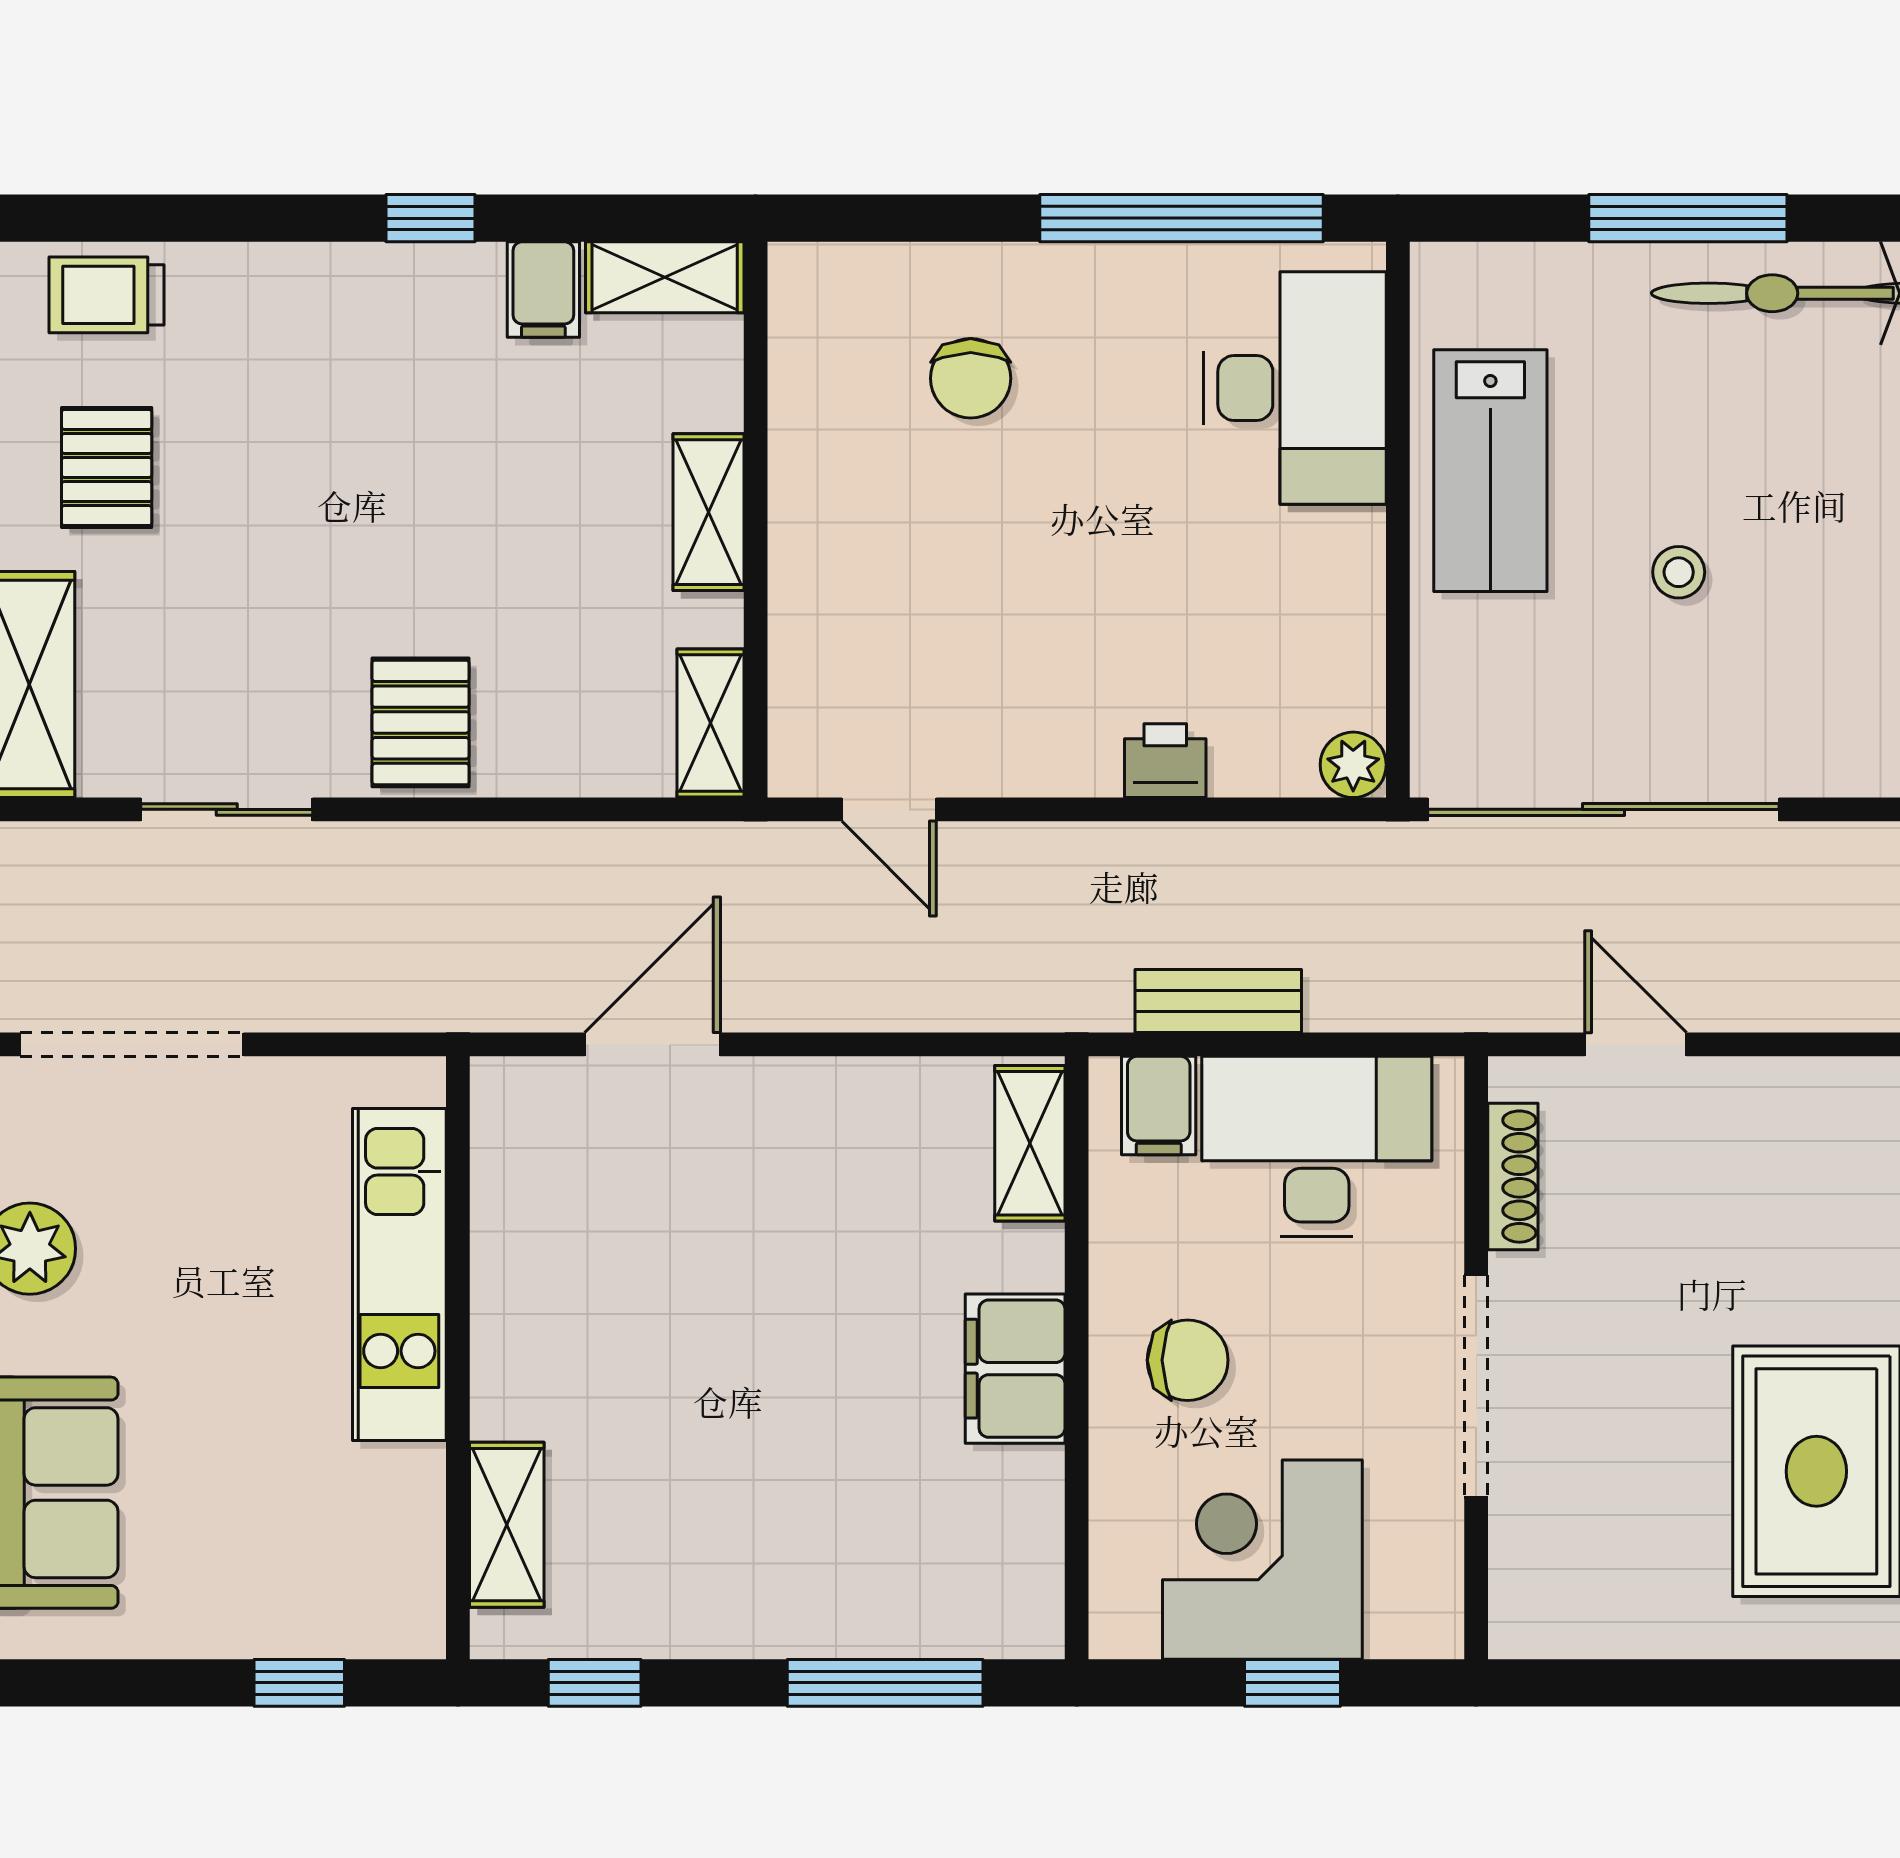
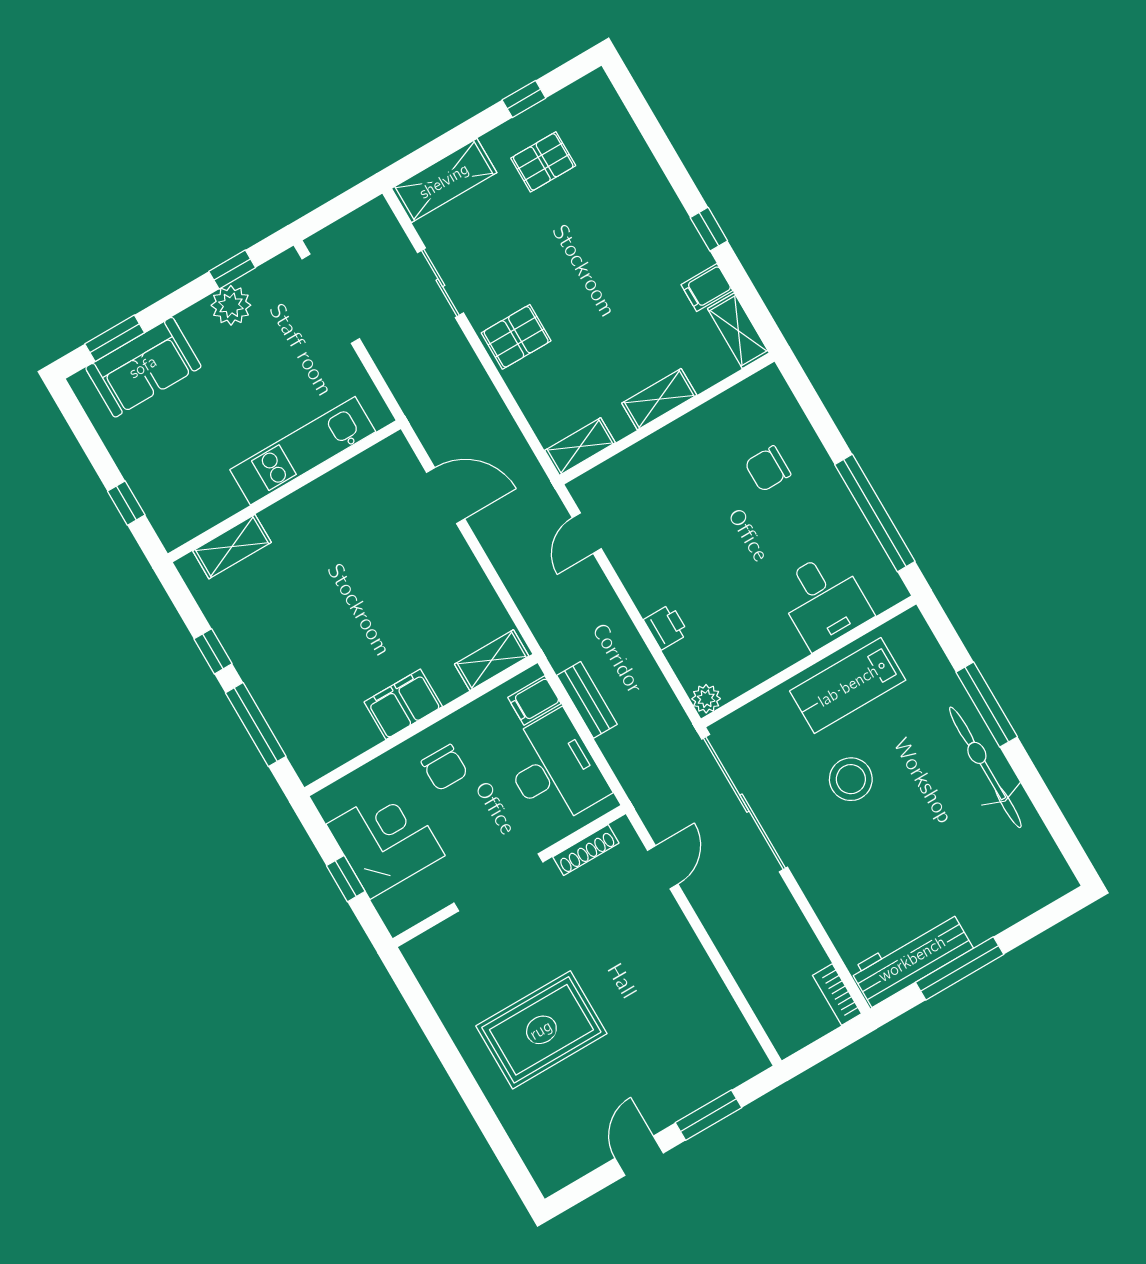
trolley: (106, 295) -> (608, 124), removed
desk: (1295, 388) -> (824, 600), width x0.73
stool: (1679, 572) -> (851, 779), width x1.89, depth x1.89
window: (595, 1683) -> (213, 651), moved

